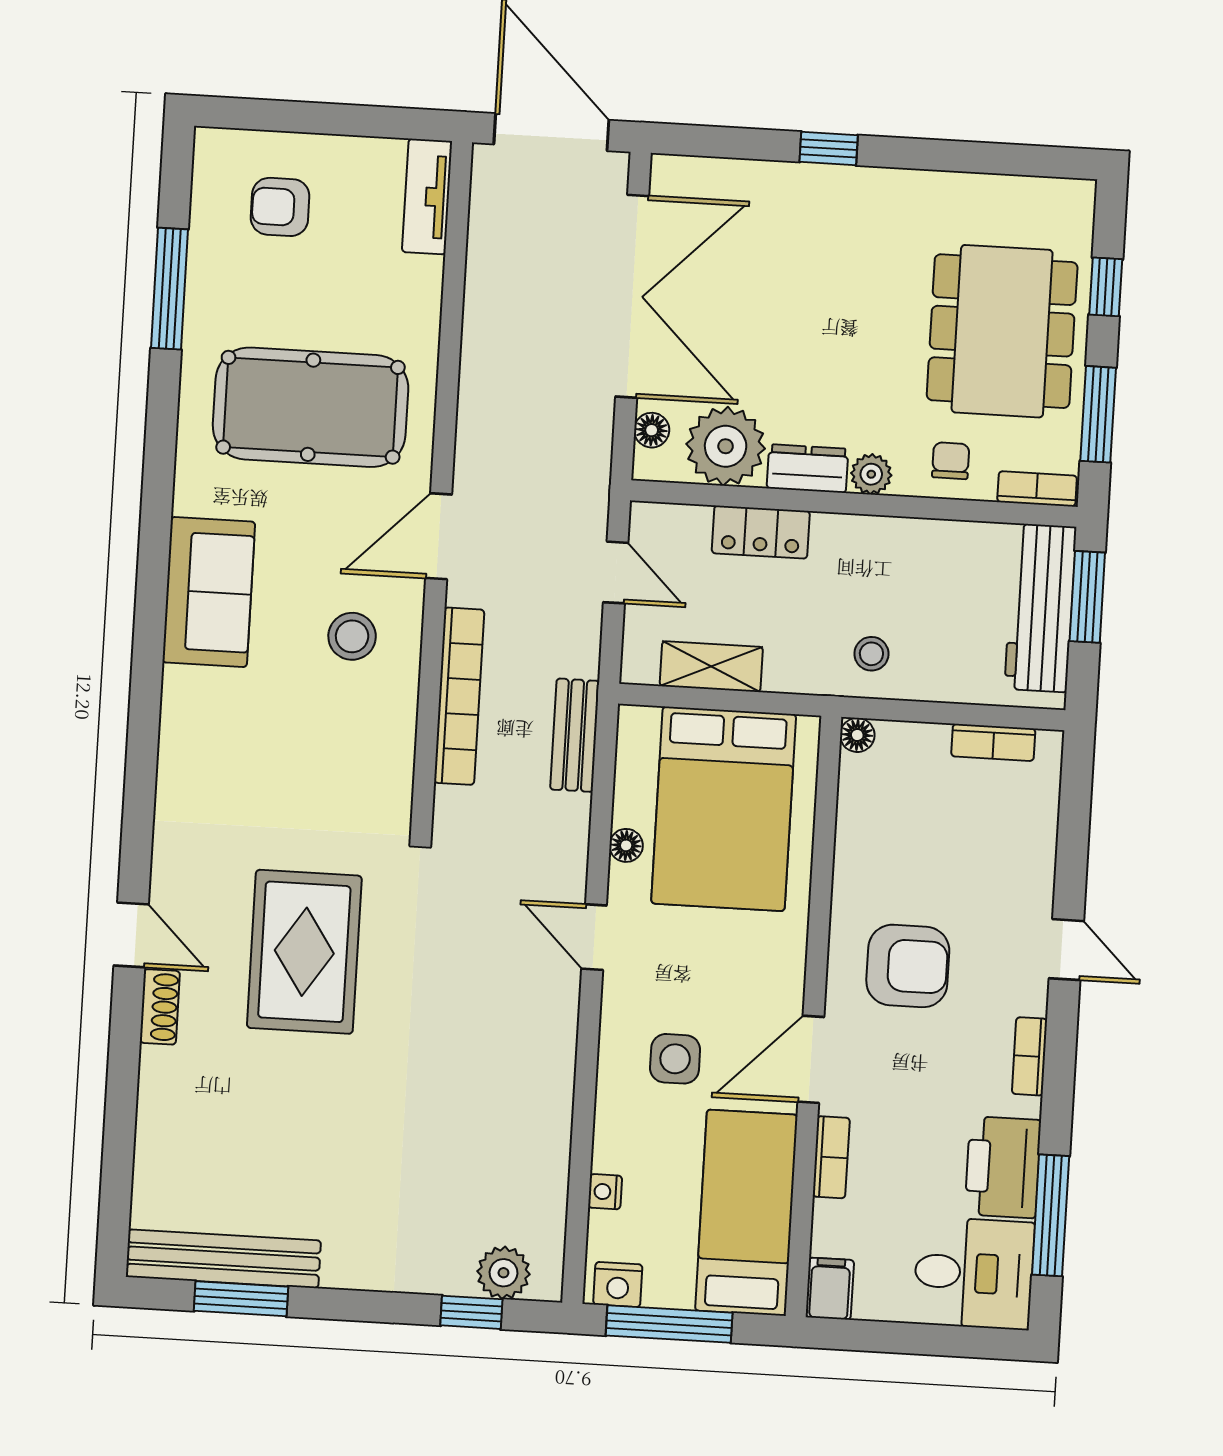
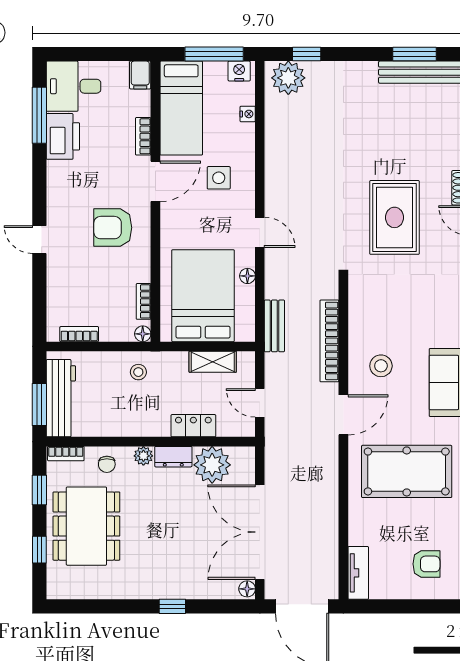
window: (1098, 414) -> (39, 490), width x0.67
floor lamp: (652, 430) -> (247, 589), moved
bookcase: (1030, 1056) -> (144, 301), moved, turned 180
plant: (503, 1273) -> (288, 78), width x1.36, depth x1.36

